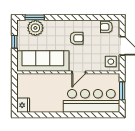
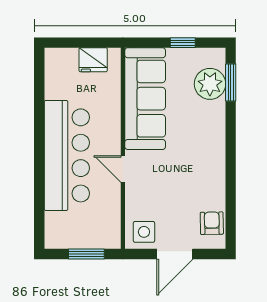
armchair: (77, 38) -> (190, 165), removed
bar counter: (91, 101) -> (67, 155), moved
fridge: (23, 105) -> (93, 60), moved

